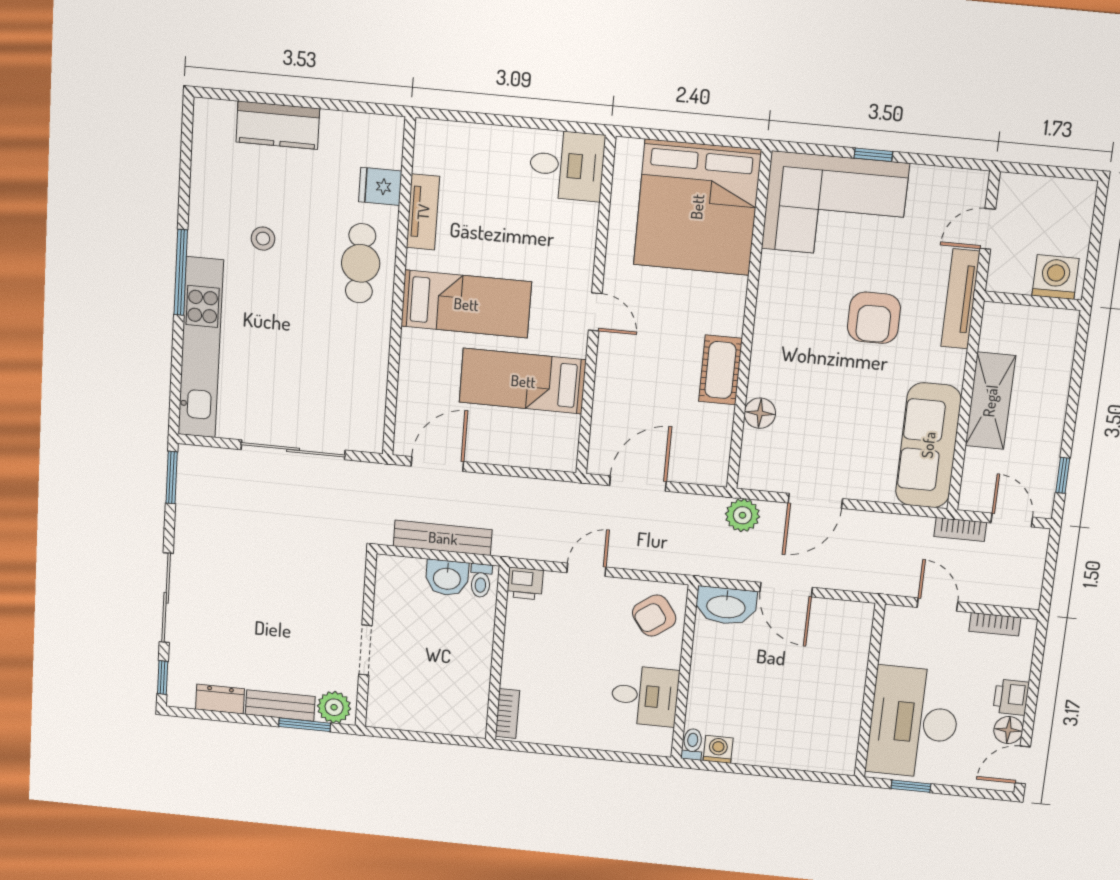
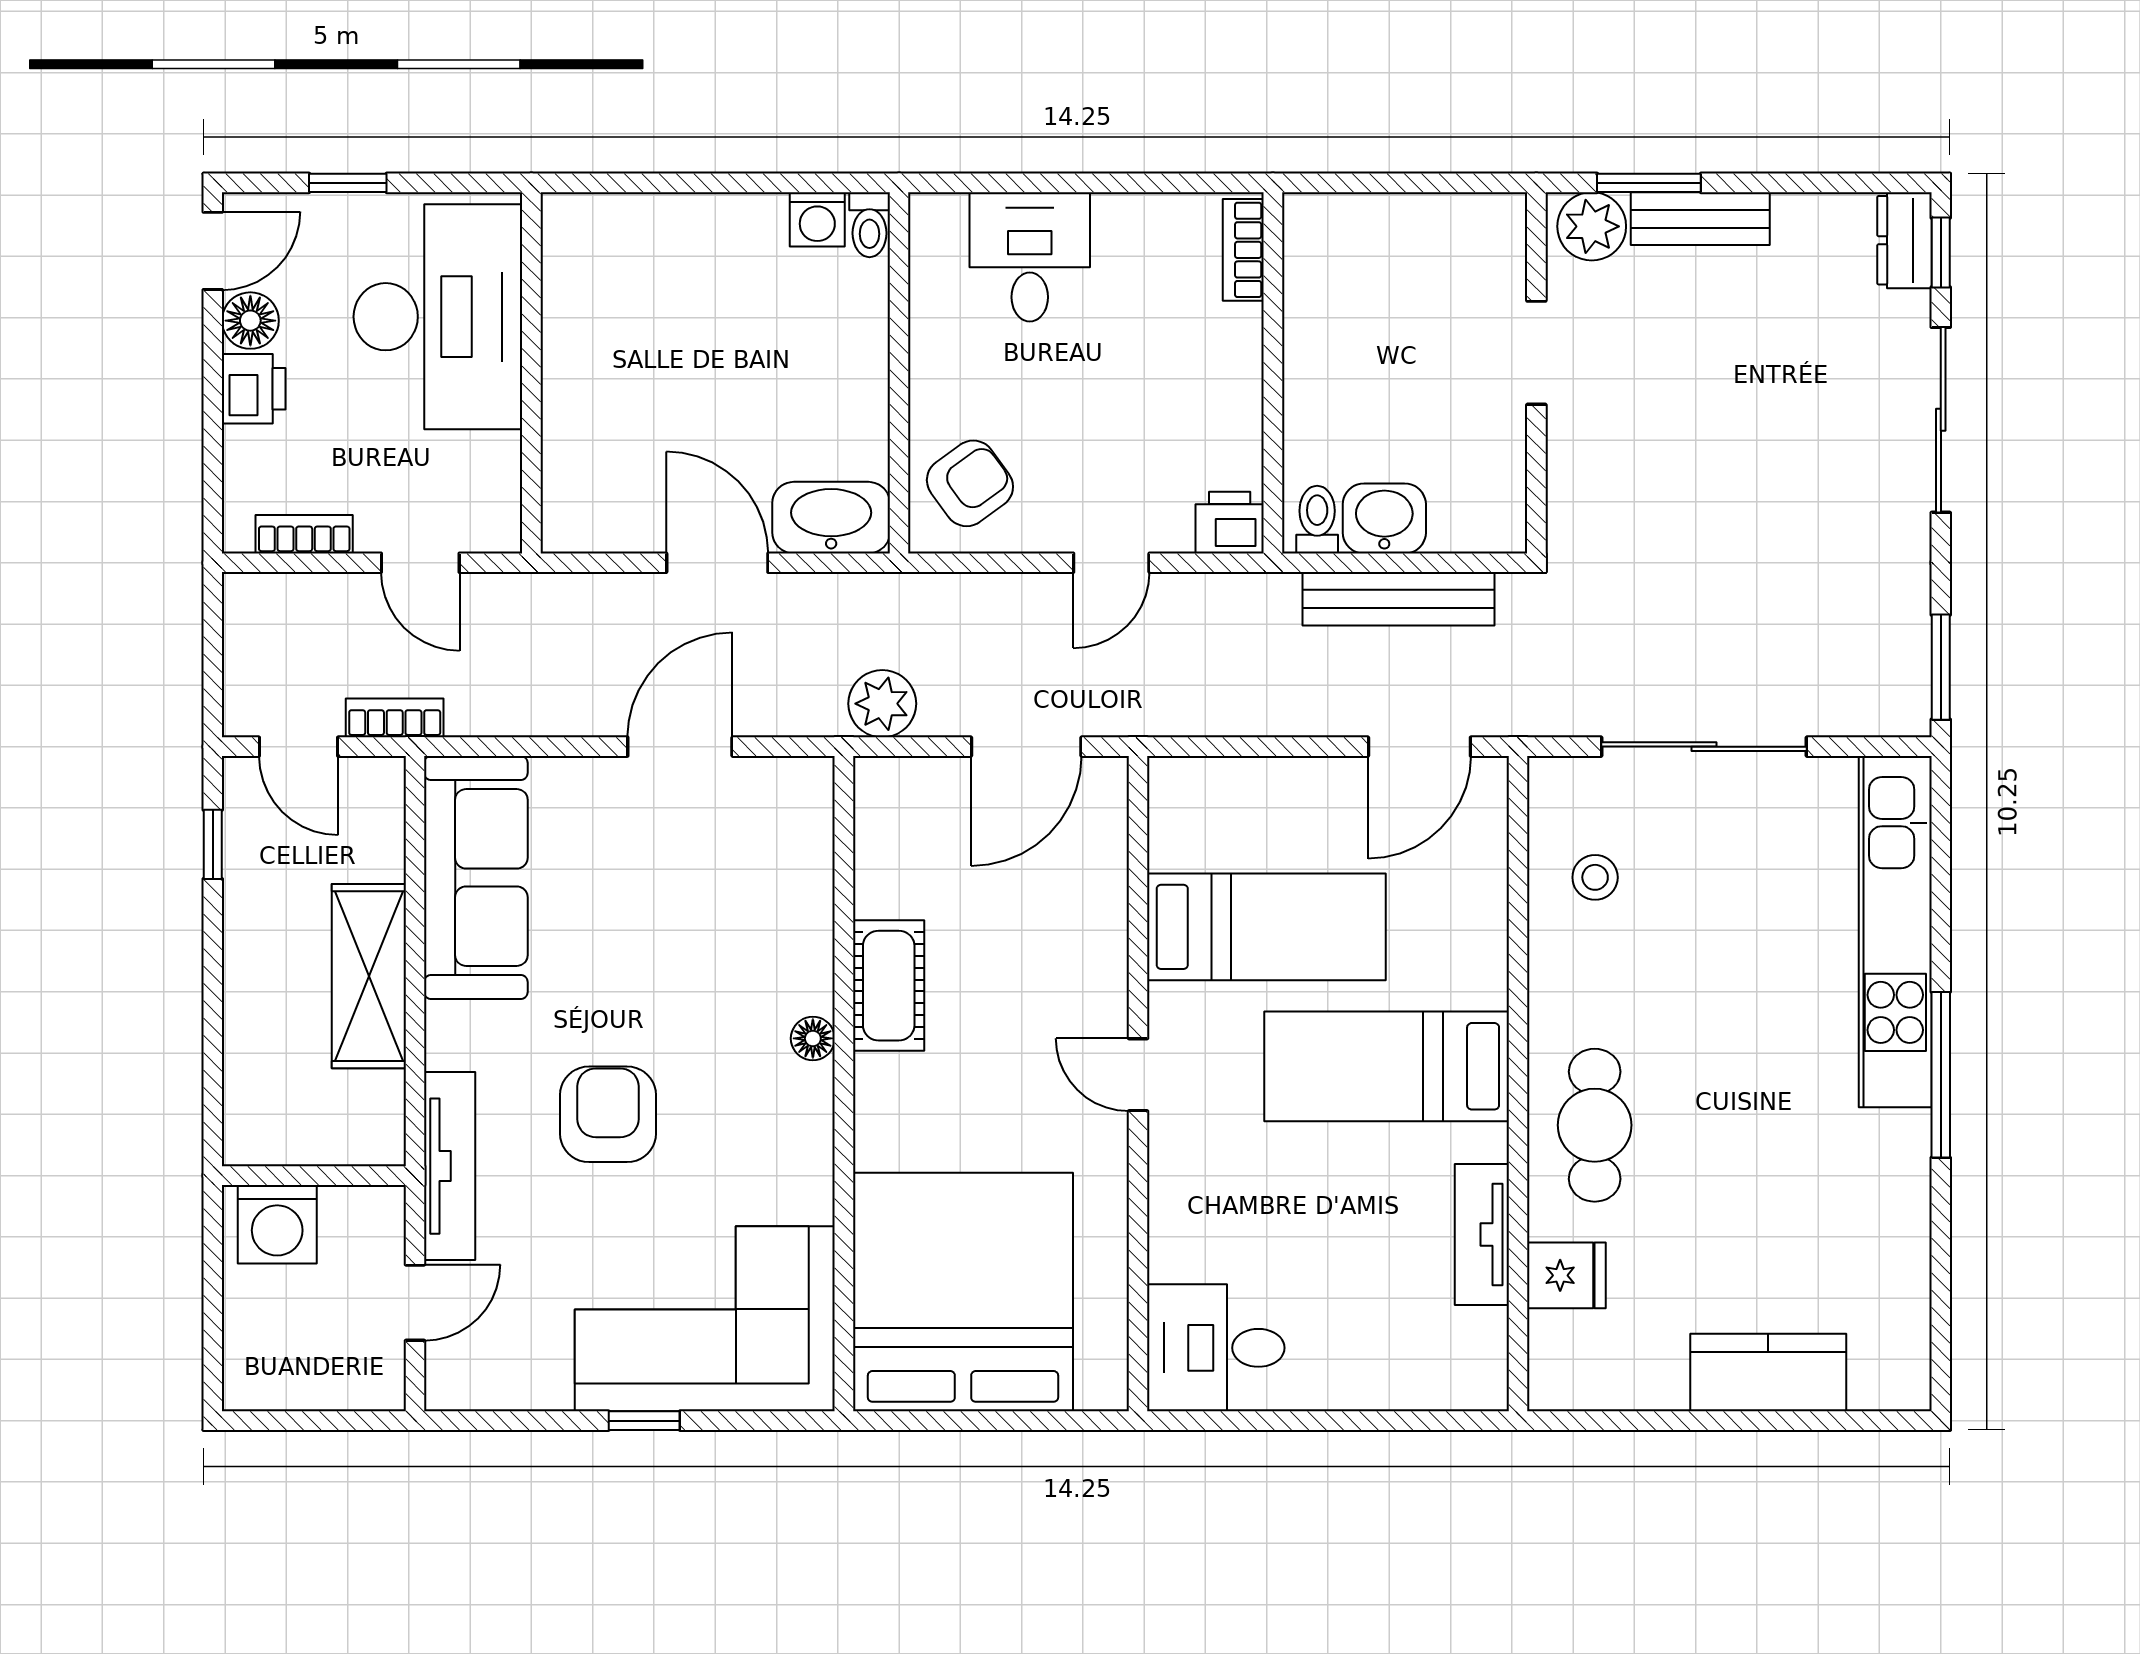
stool: (263, 239) -> (1595, 877), moved
floor lamp: (760, 413) -> (813, 1038), moved, width x0.73, depth x0.73
plant: (743, 515) -> (882, 704), moved
desk: (645, 696) -> (1030, 257), moved, turned 90
dresser: (220, 699) -> (1904, 240), moved, turned 90
window: (911, 786) -> (348, 183), moved

